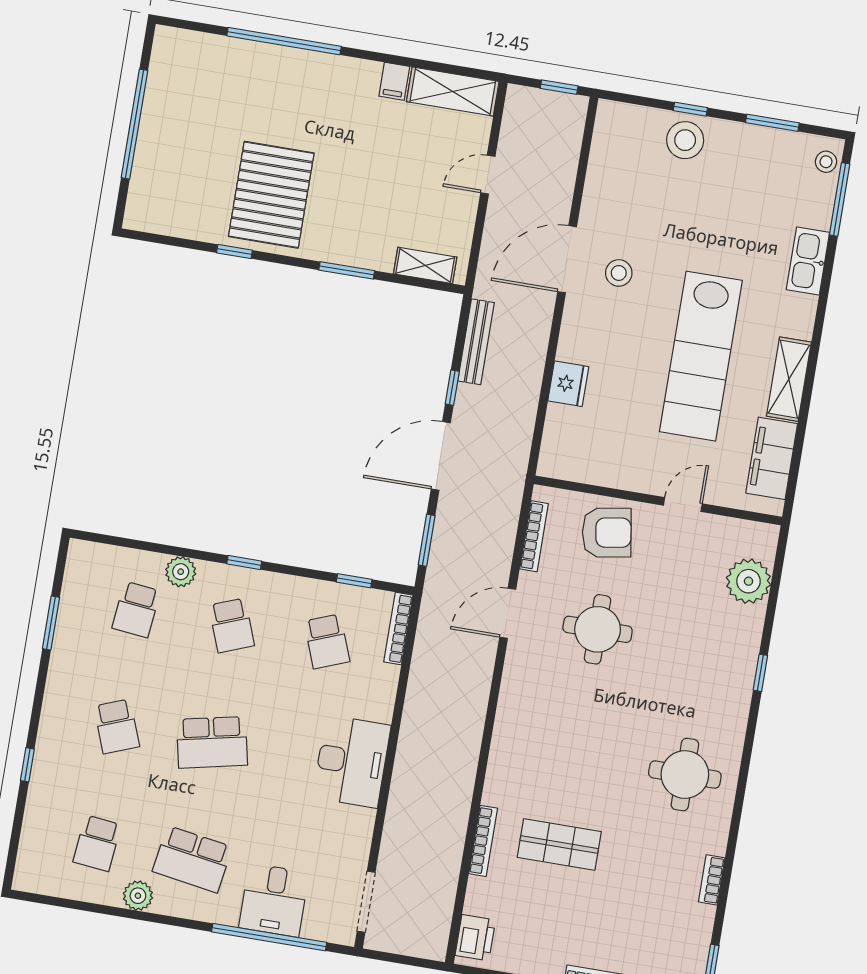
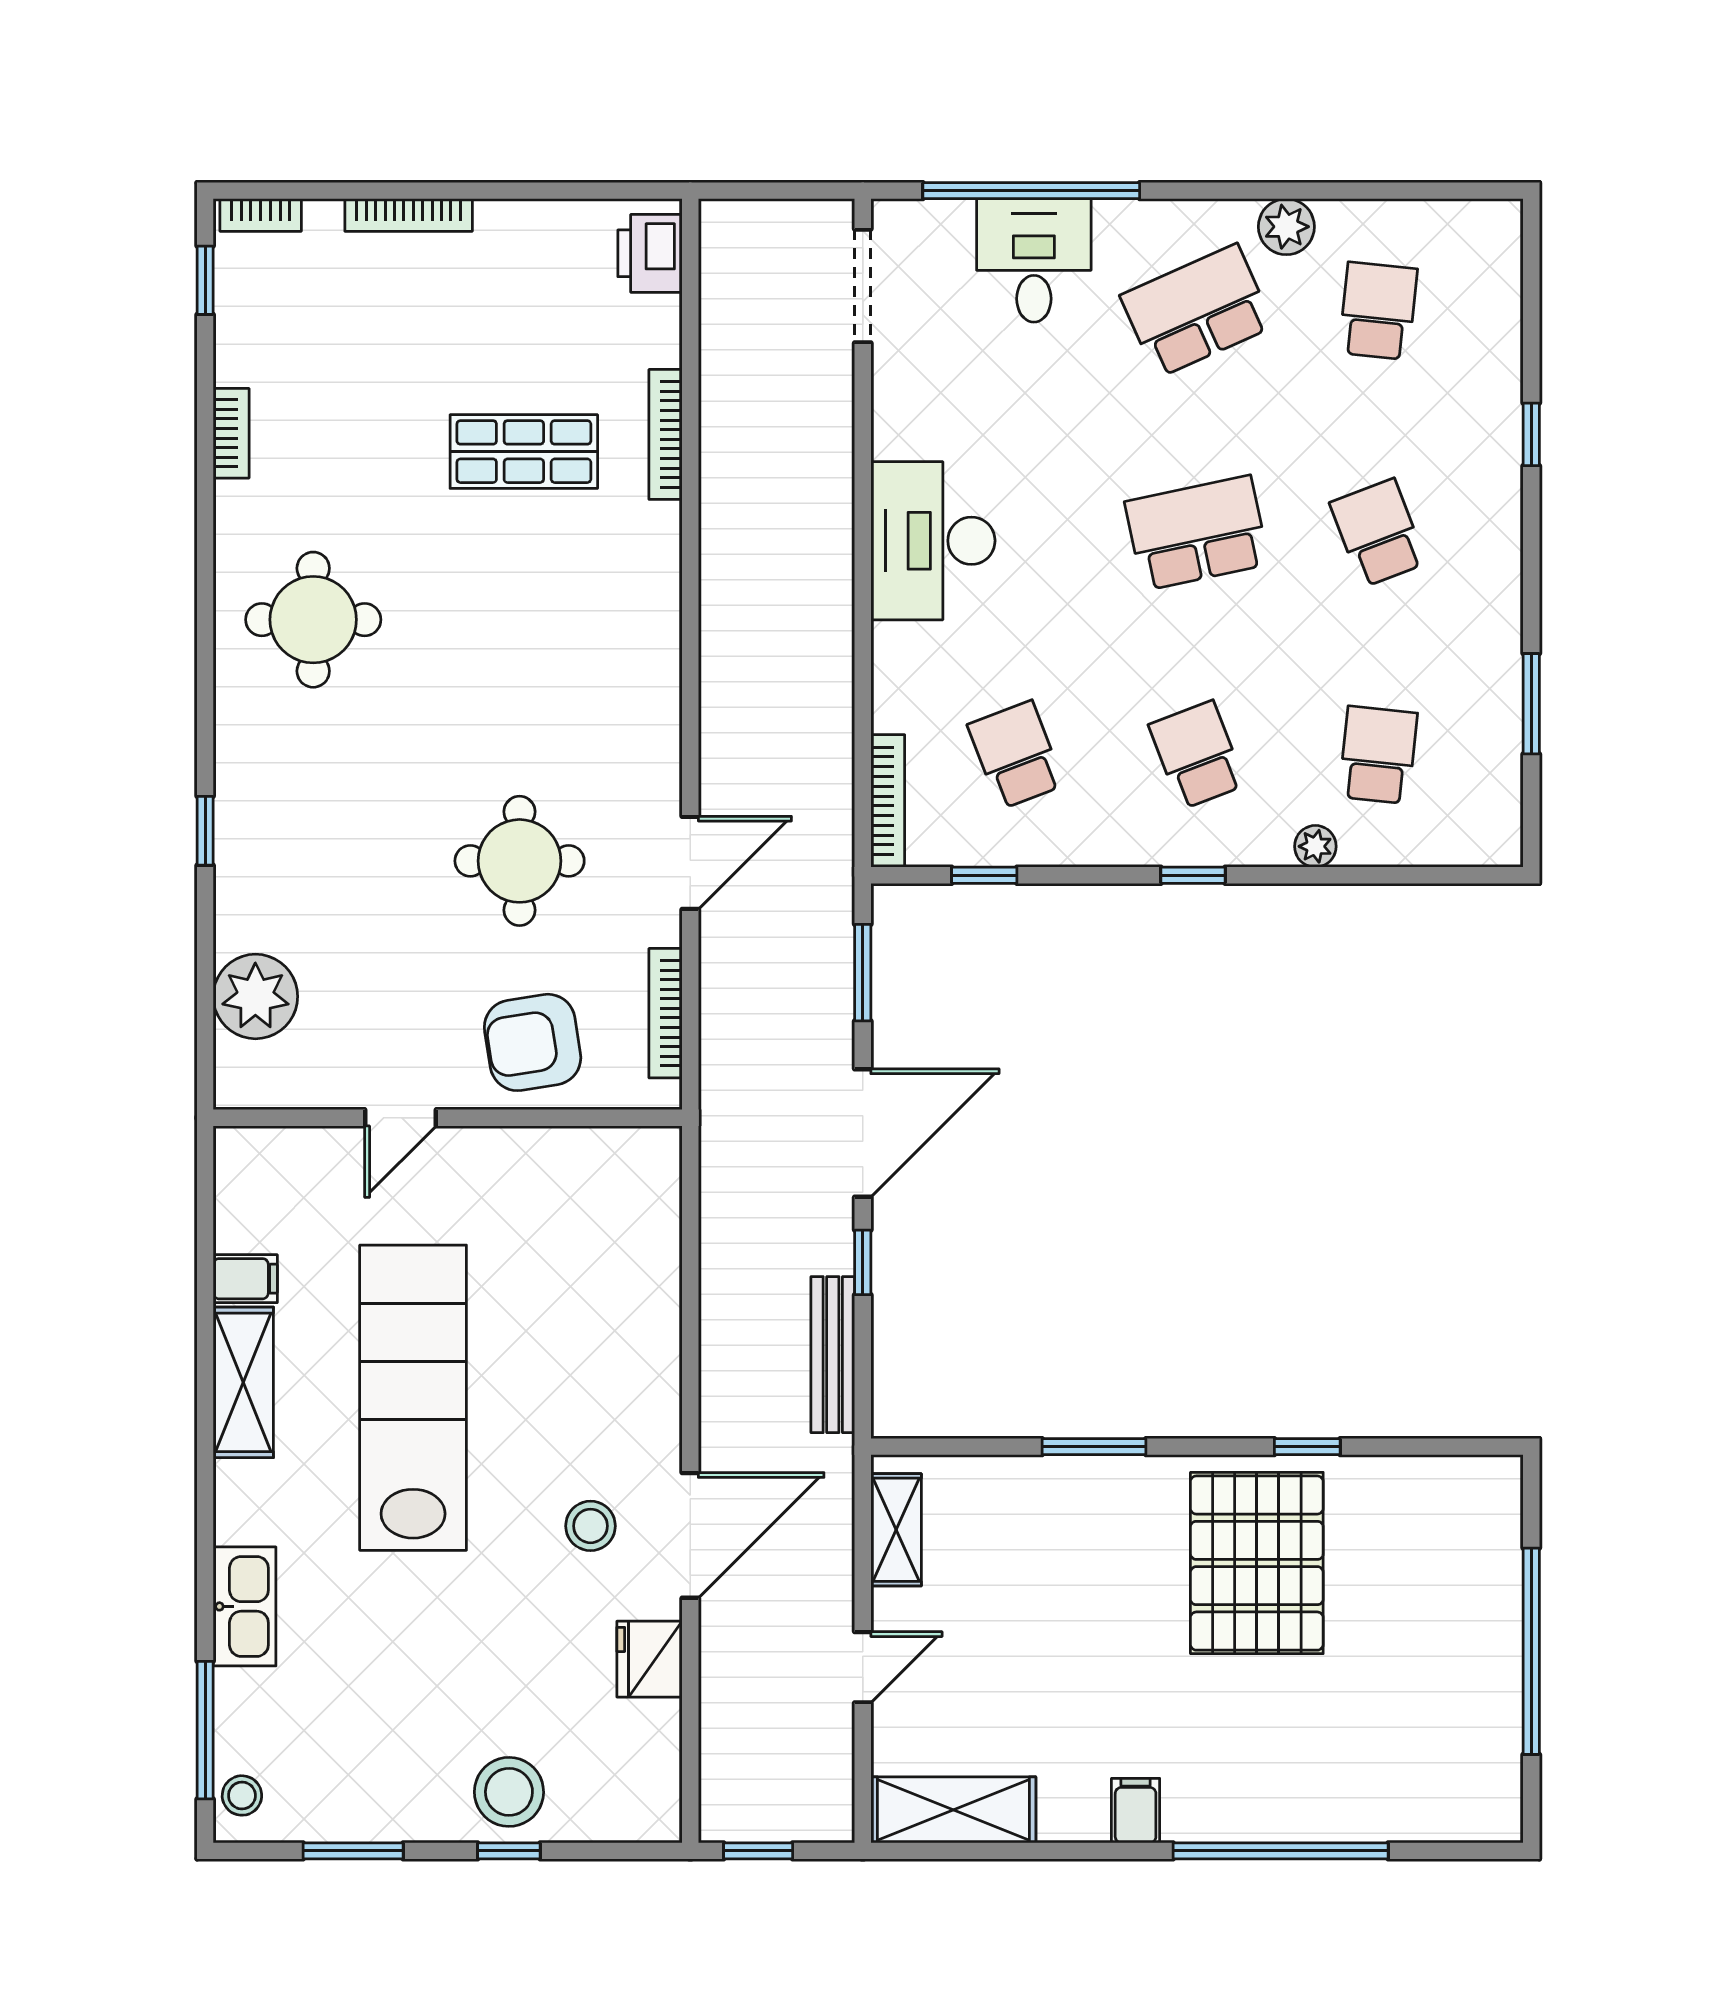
filing cabinet: (394, 81) -> (1136, 1811), moved
shelving: (425, 265) -> (896, 1530), moved, turned 90
fridge: (568, 384) -> (650, 1659), moved
filing cabinet: (772, 458) -> (245, 1279), width x0.33, depth x0.86
plant: (181, 572) -> (1315, 846), width x0.73, depth x0.73
school desk: (192, 859) -> (1197, 311), turned -33

